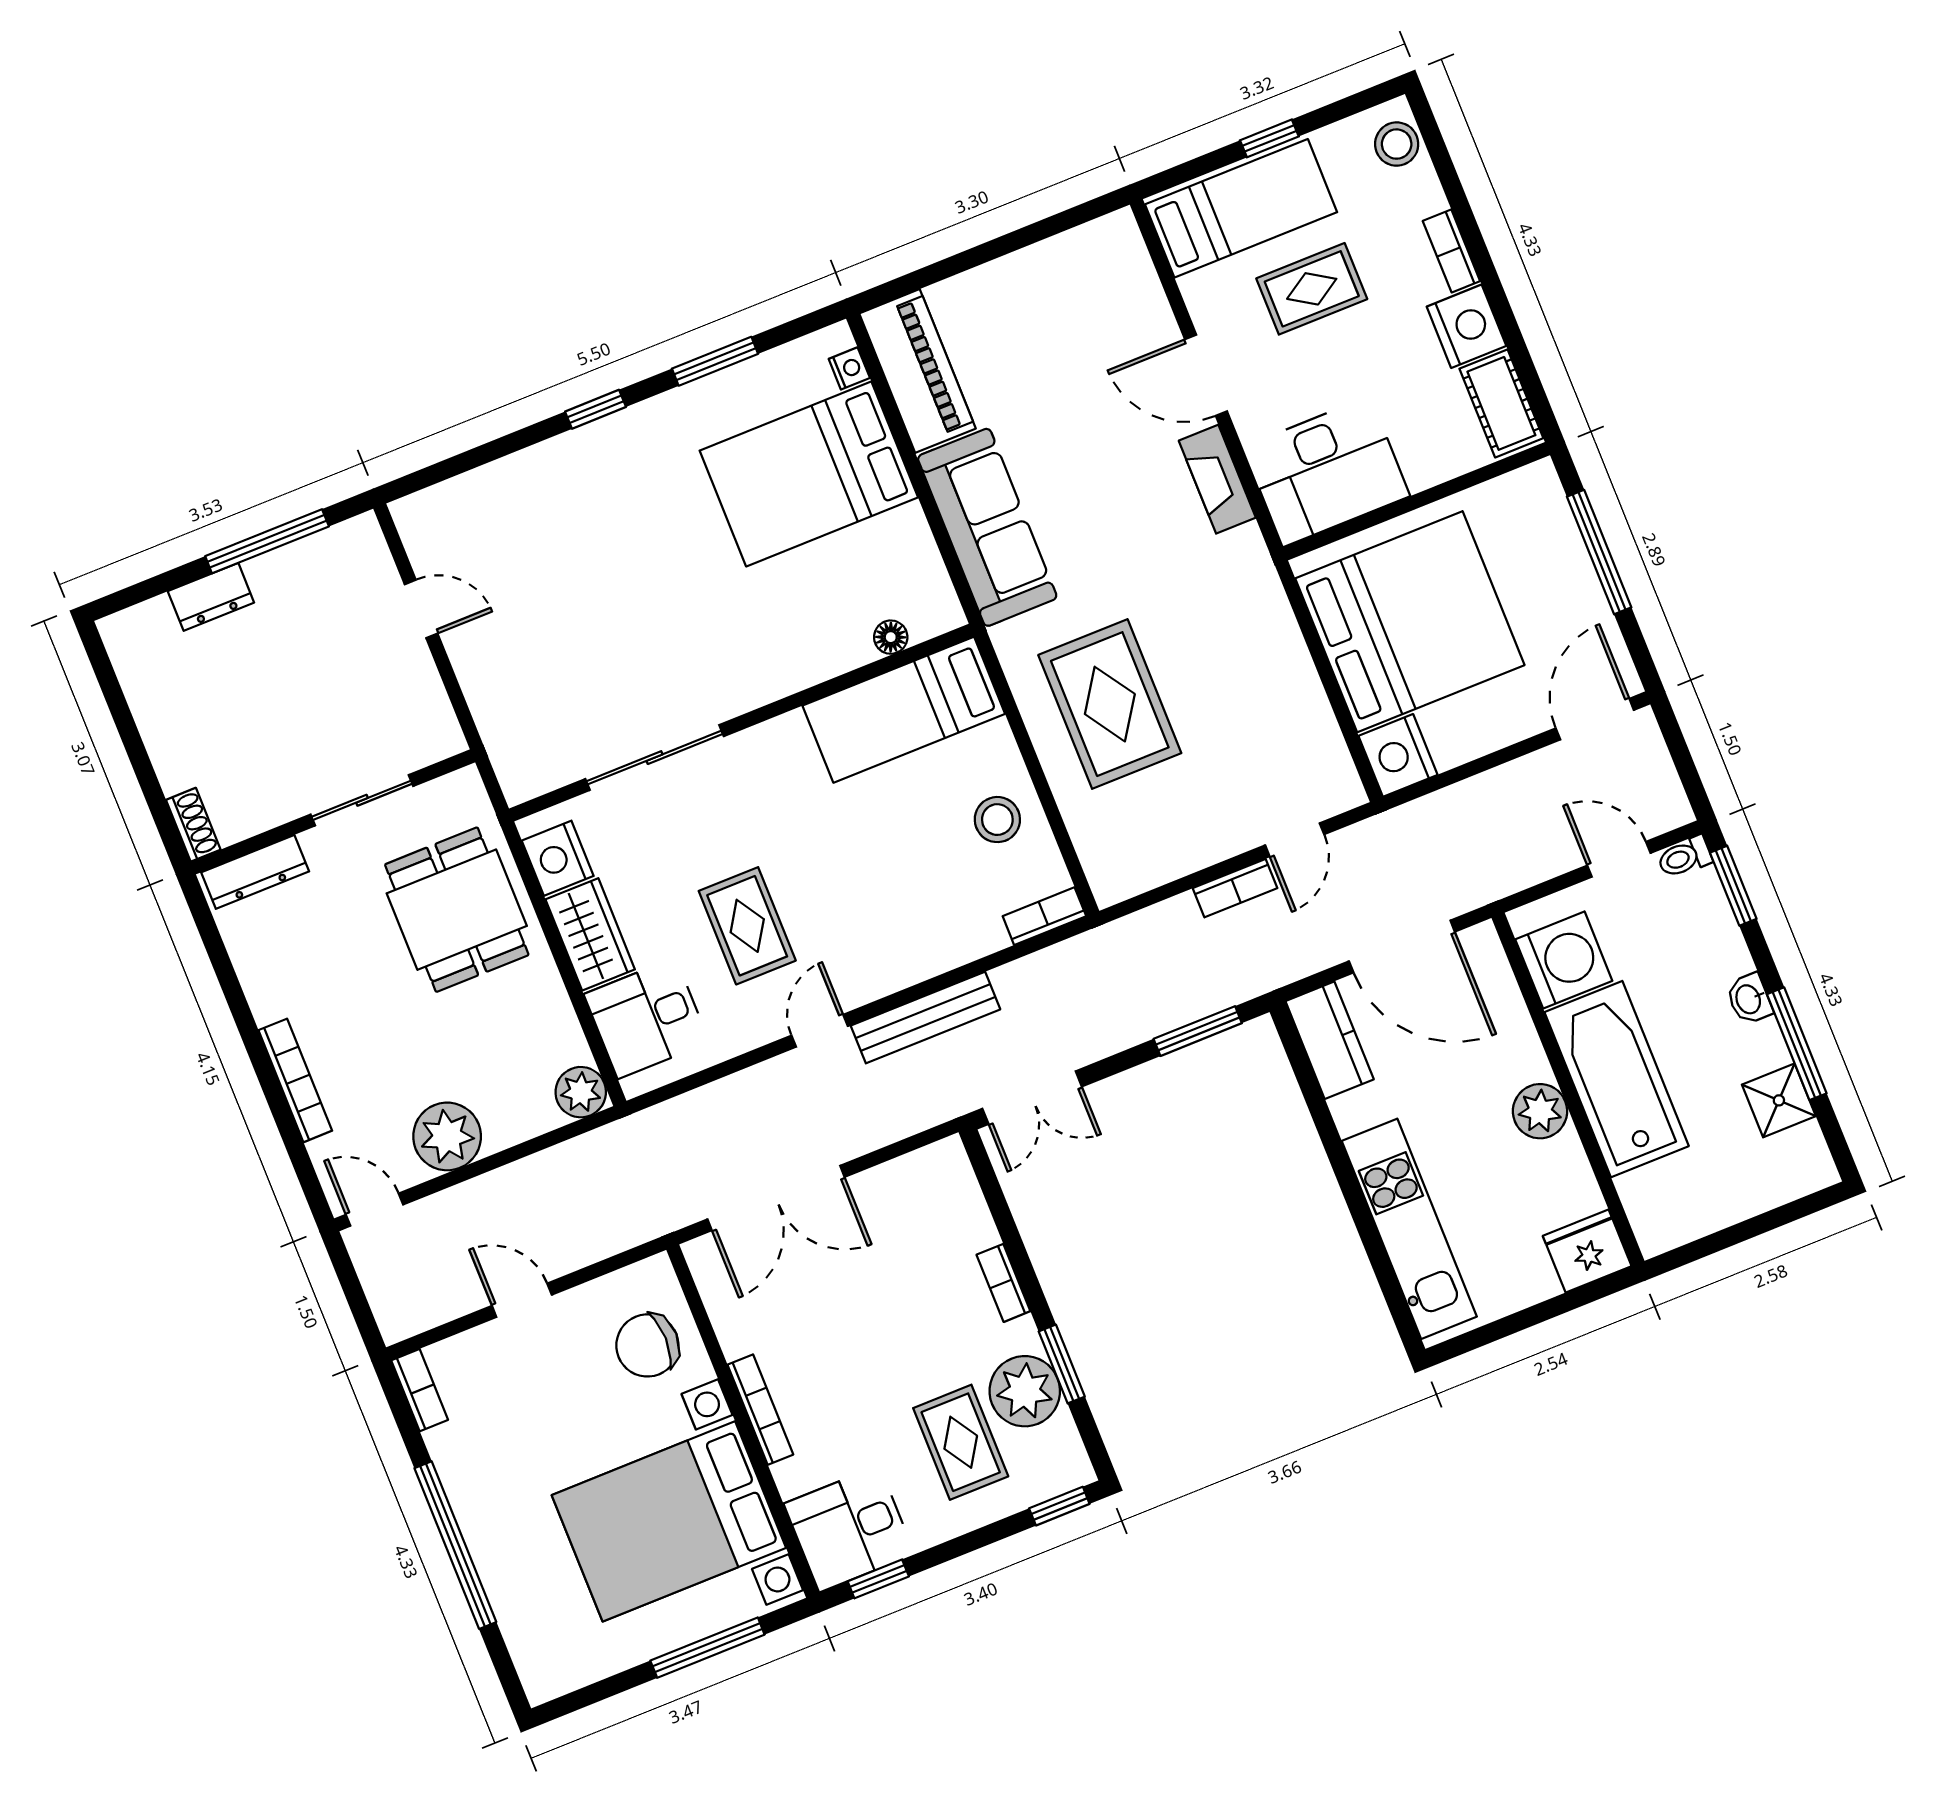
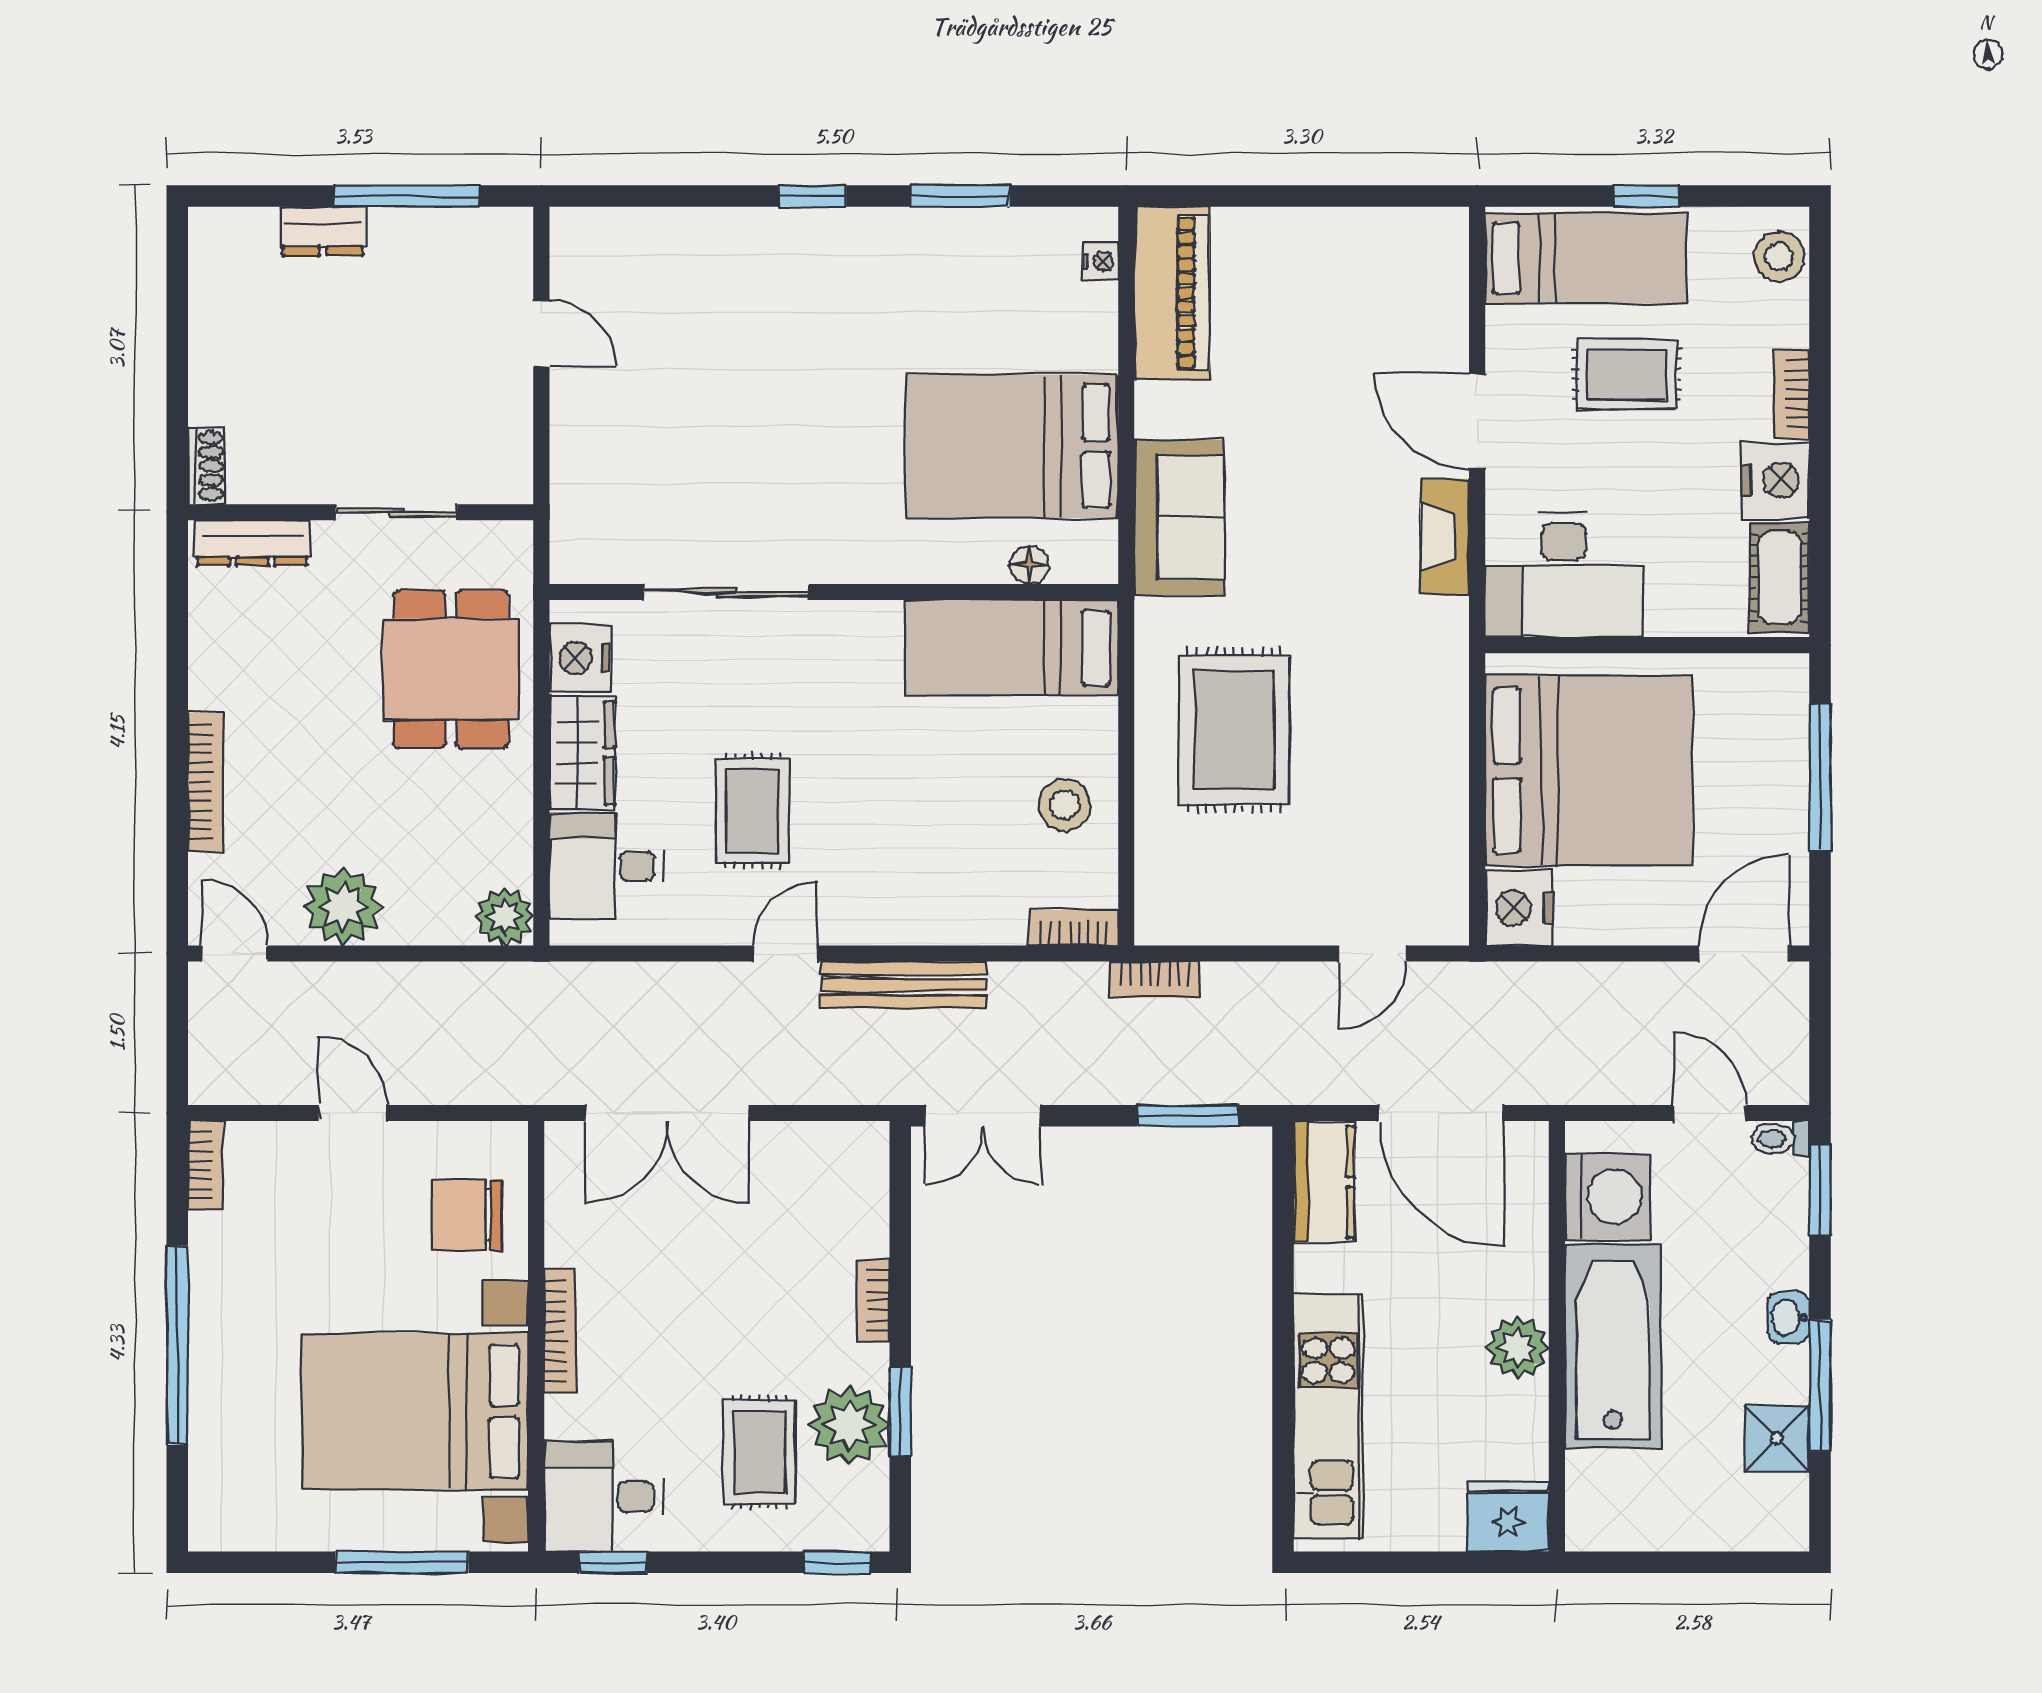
bed: (809, 474) -> (1012, 446), moved
sofa: (987, 527) -> (1179, 517), width x0.73
bookcase: (1235, 888) -> (1155, 980), moved

